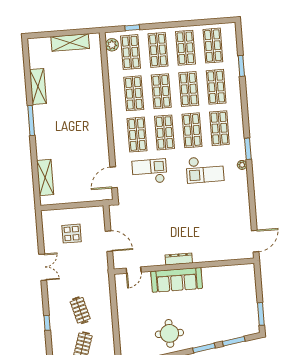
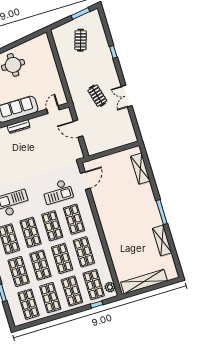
shelving: (70, 43) -> (144, 282), width x1.47
display table: (72, 234) -> (109, 128), removed
clothes rail: (80, 310) -> (97, 96), moved

